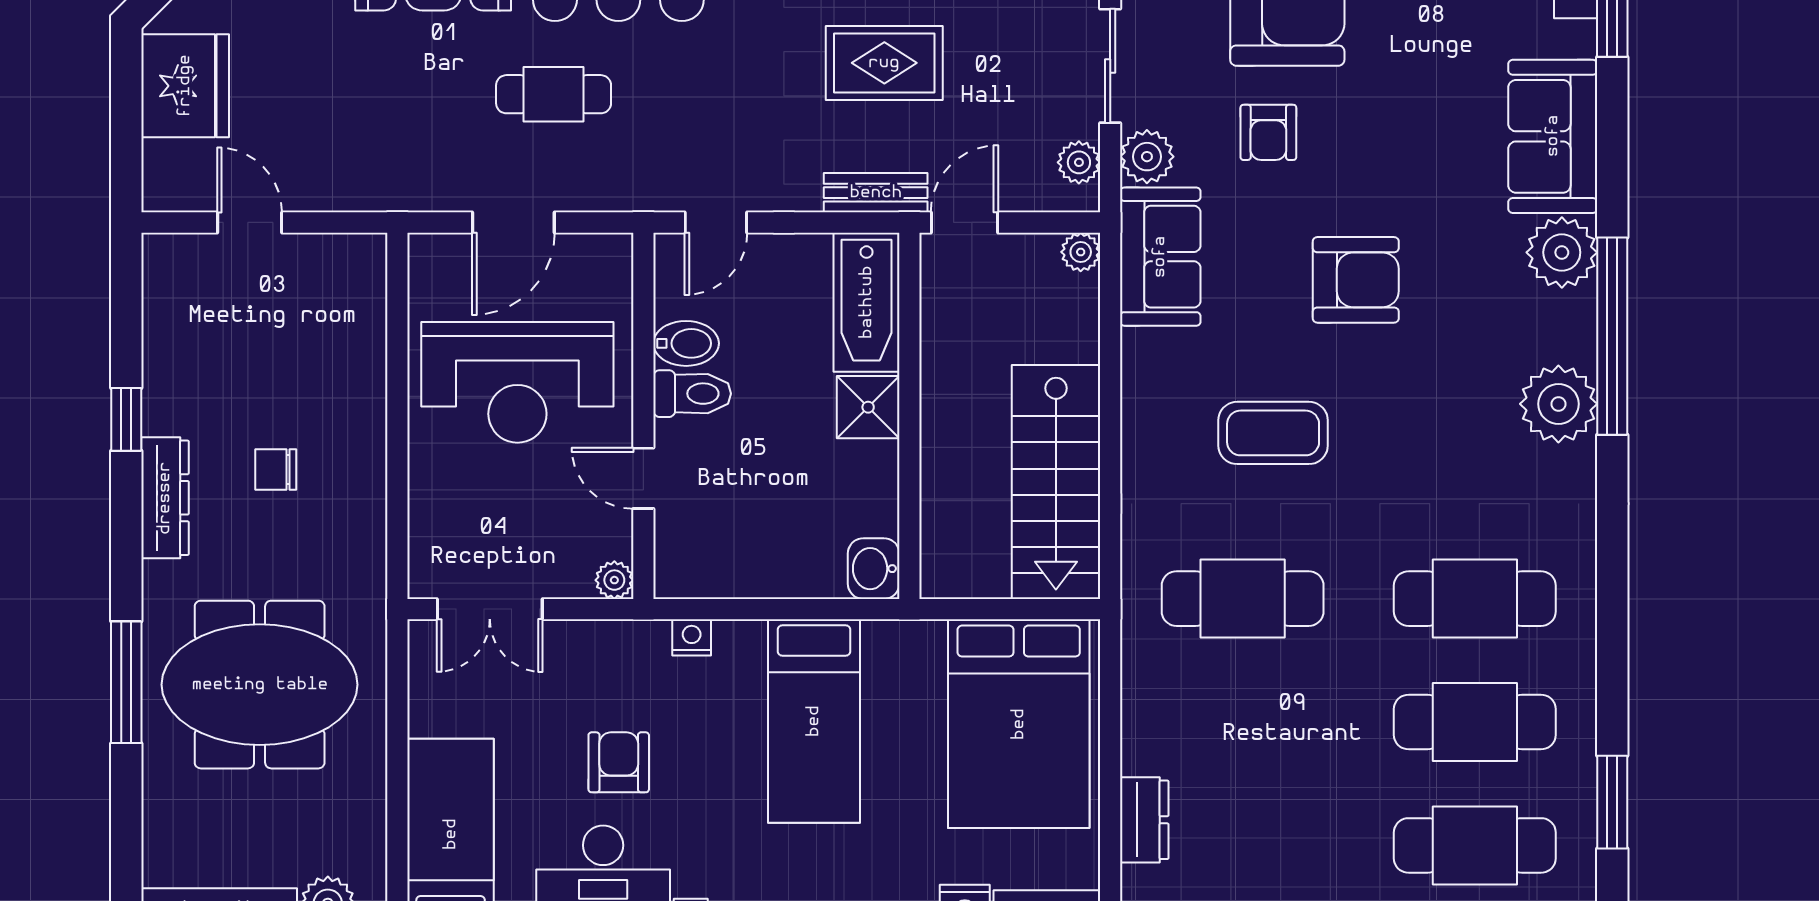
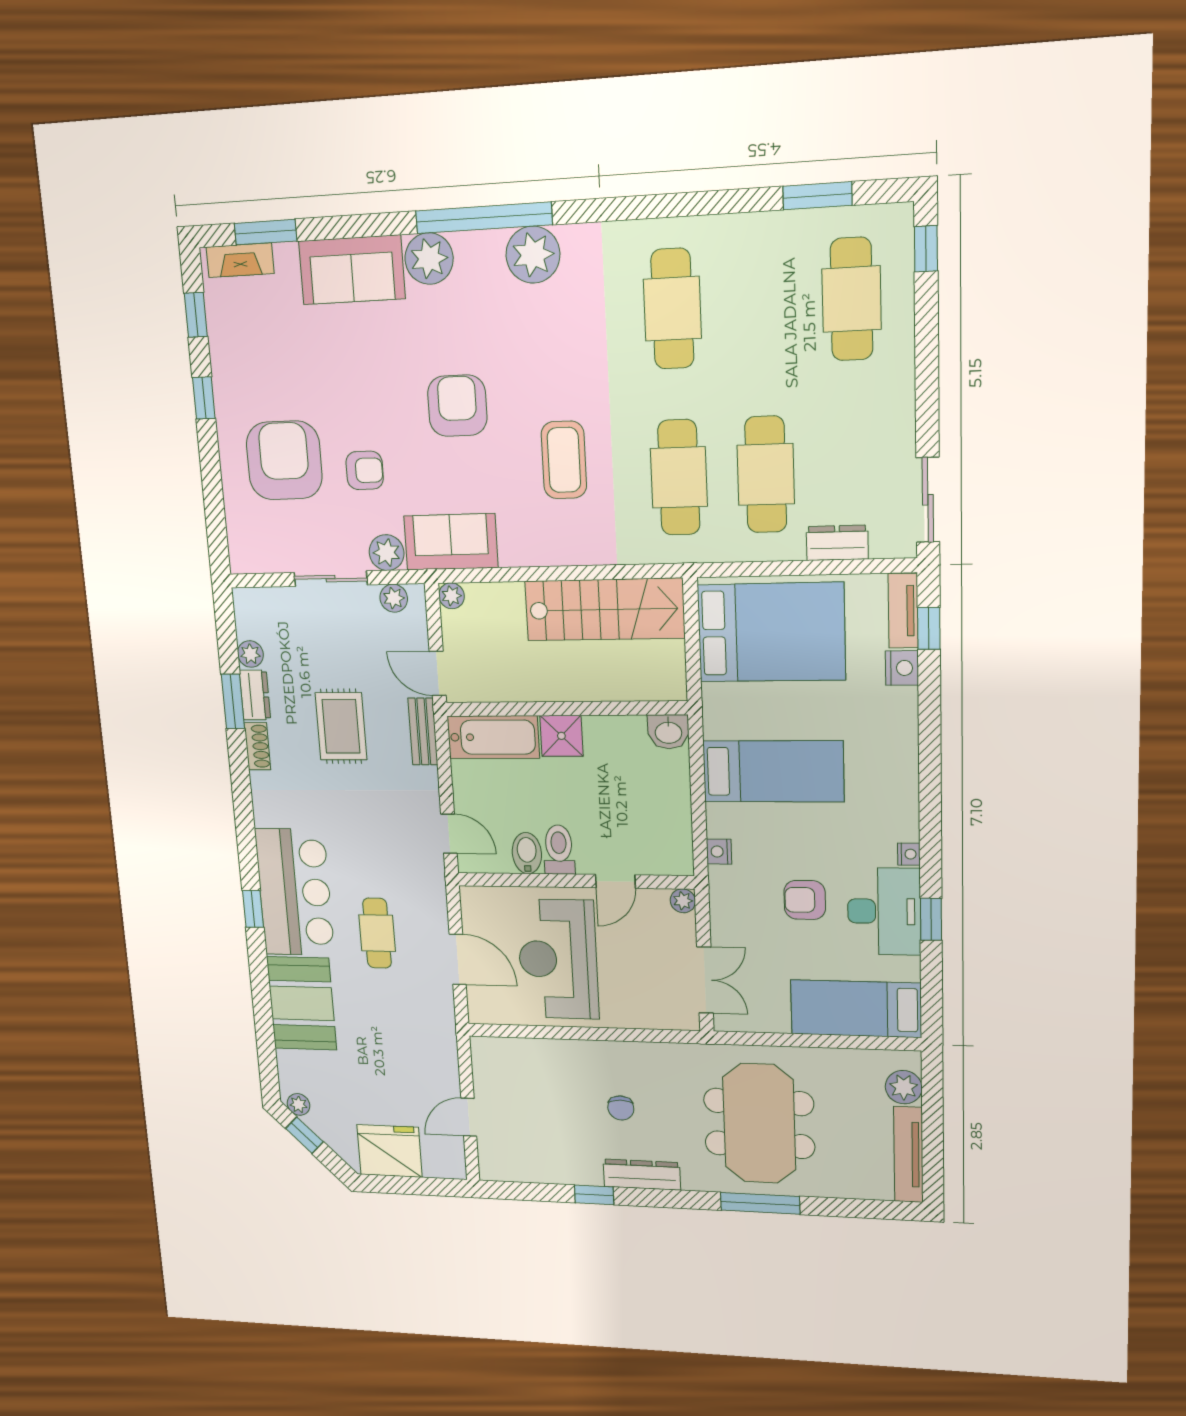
reception desk: (517, 382) -> (558, 959), turned 180
cafe table: (1475, 722) -> (766, 474), moved

